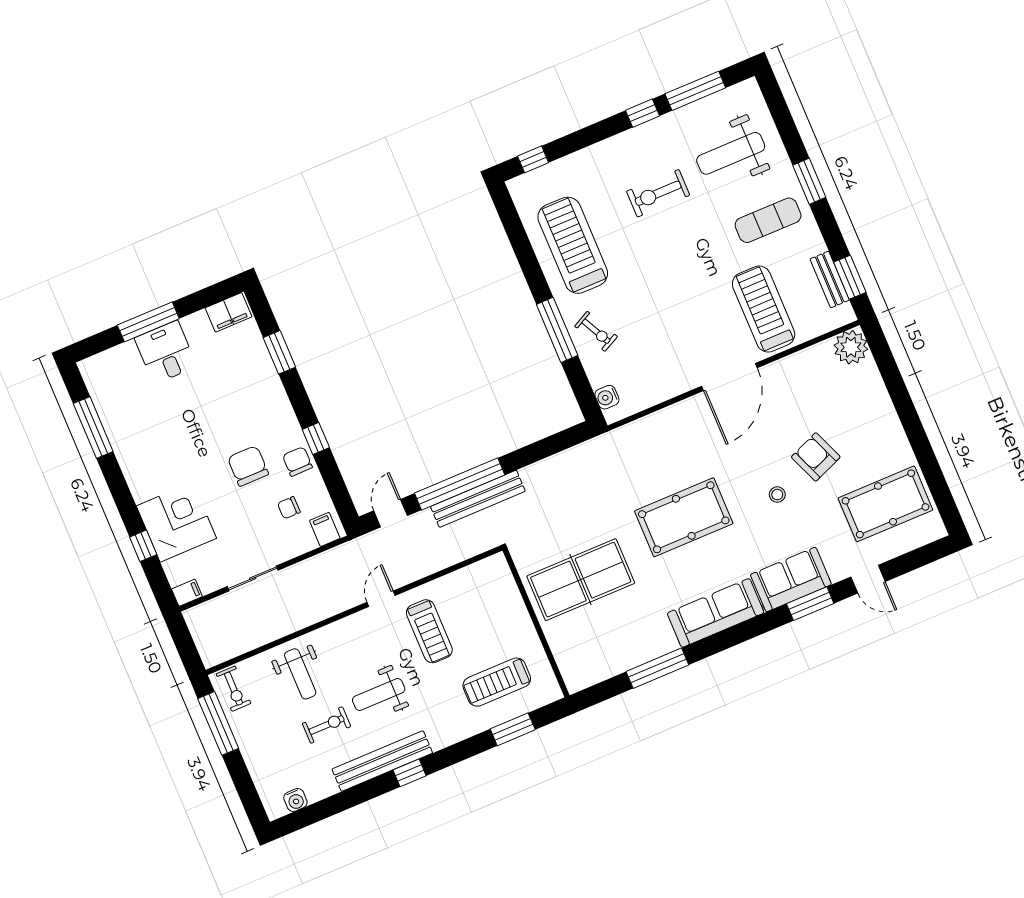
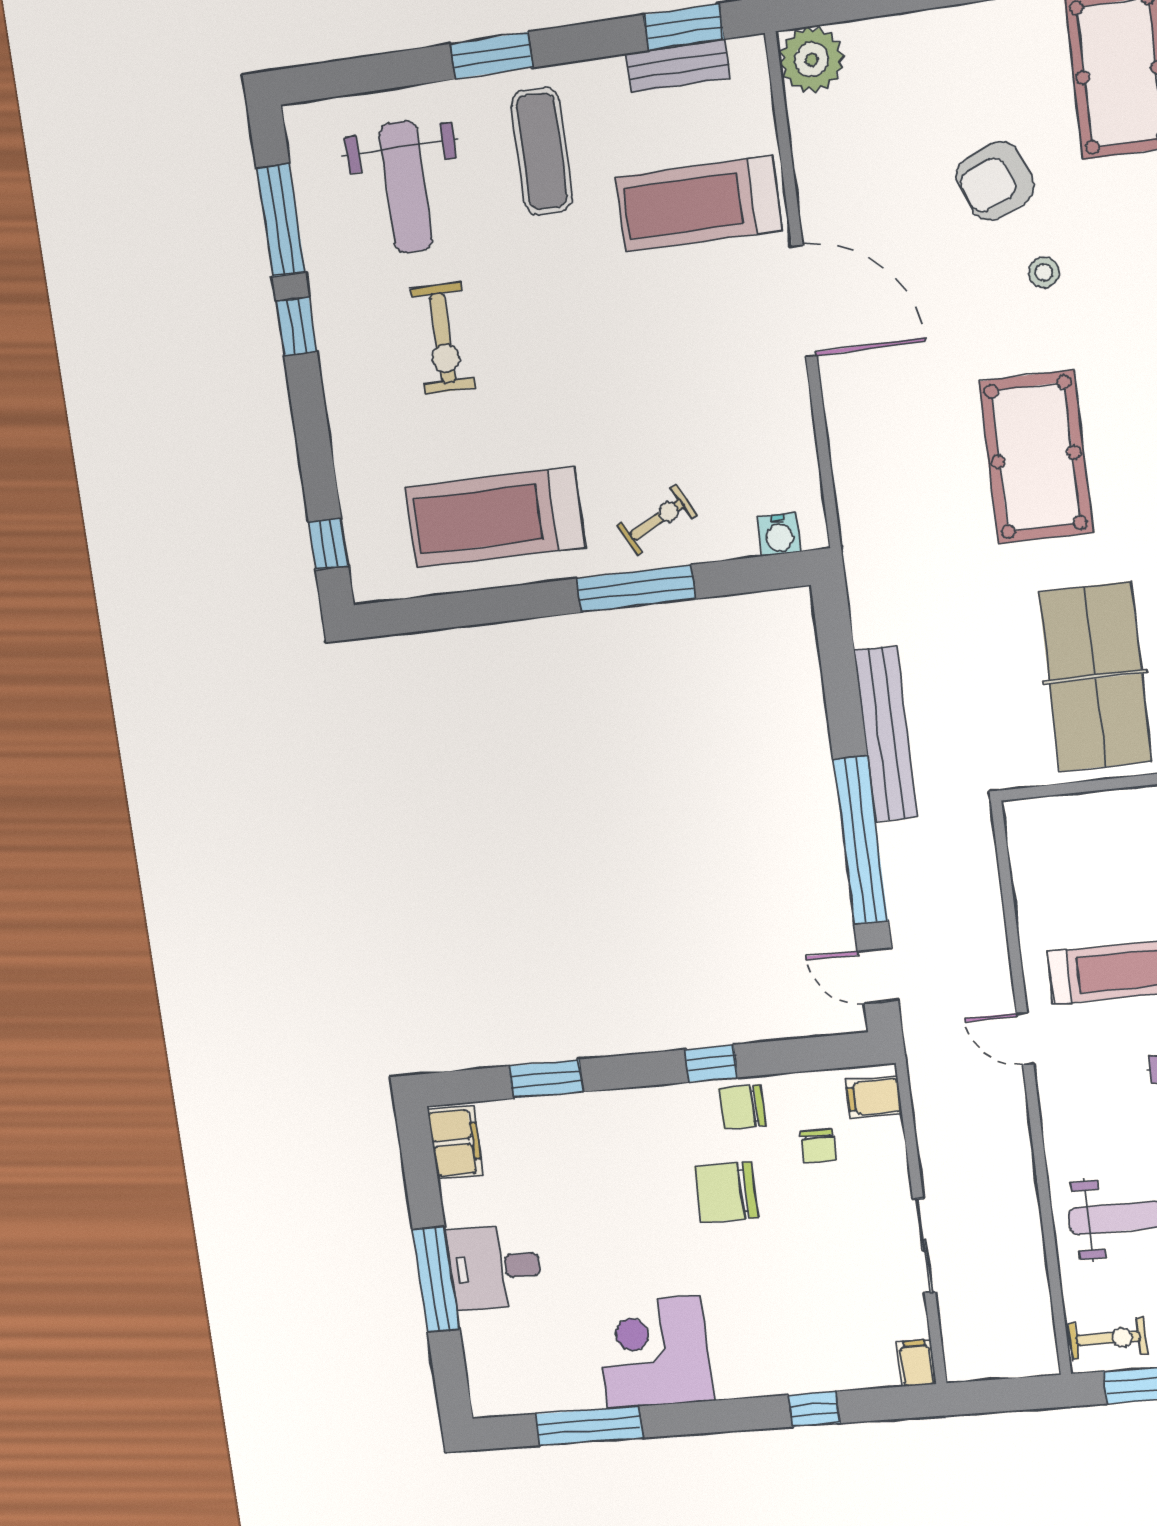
bench: (478, 499) -> (886, 734), moved
corner desk: (176, 522) -> (654, 1352), moved

